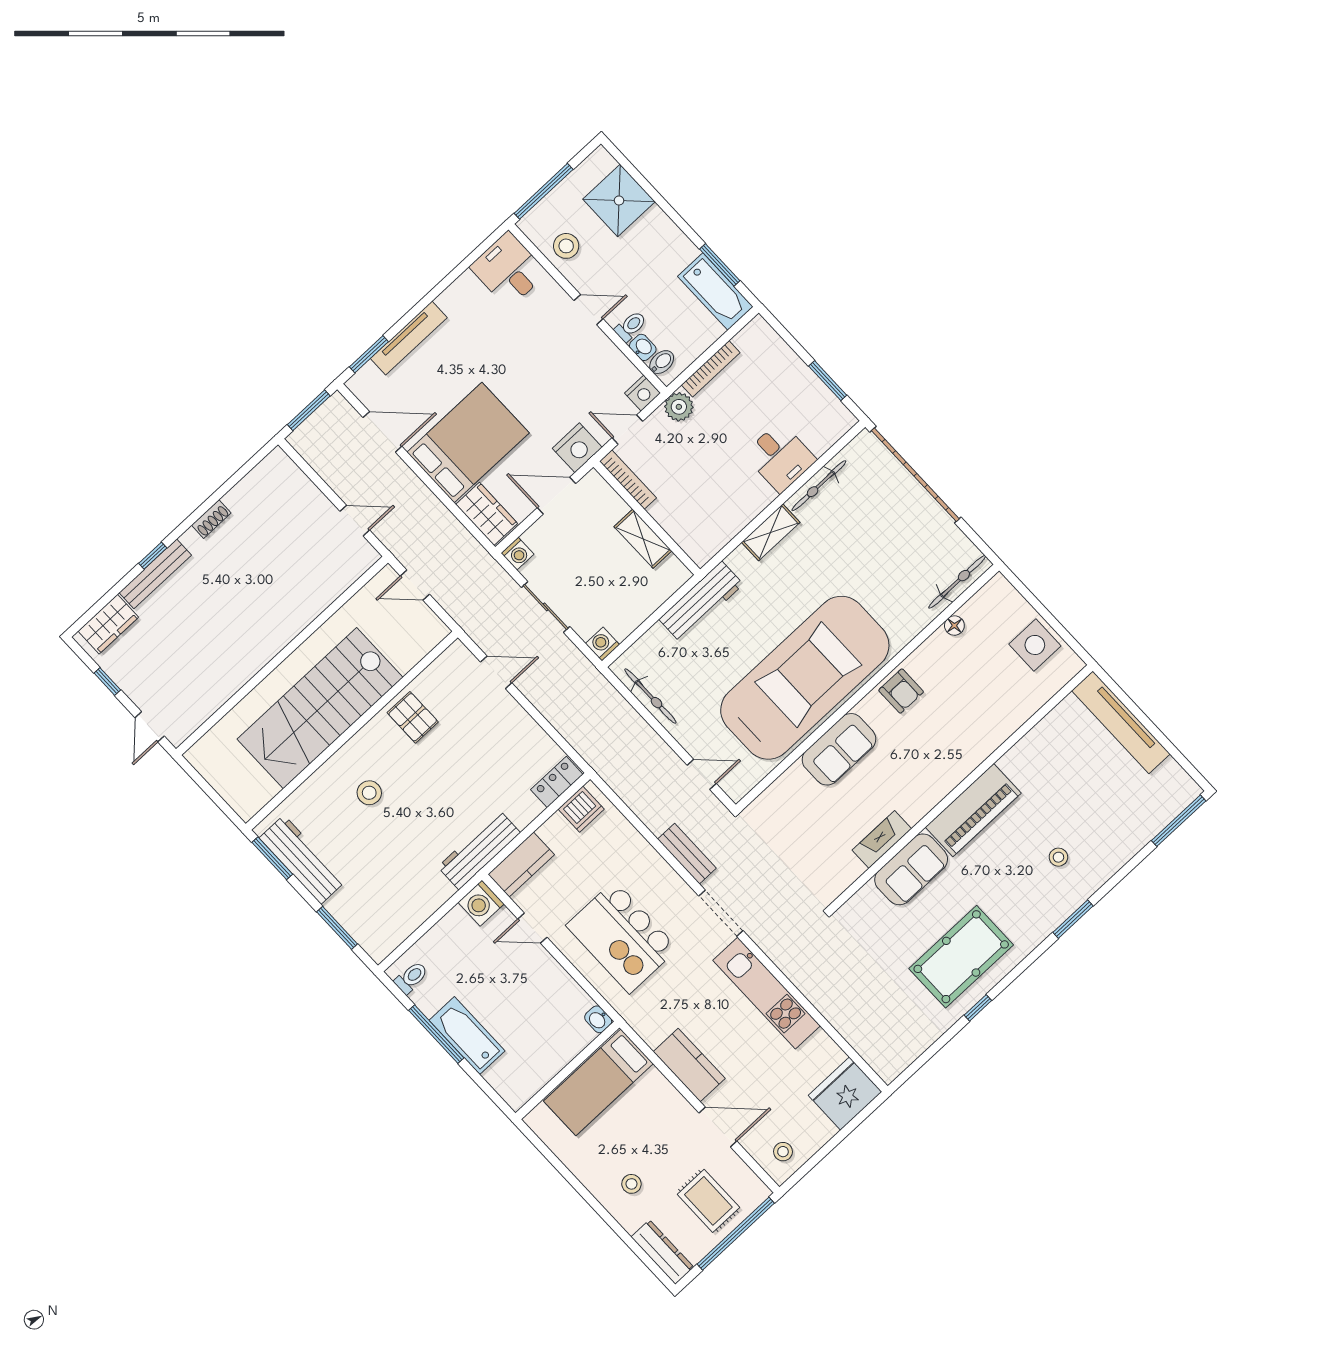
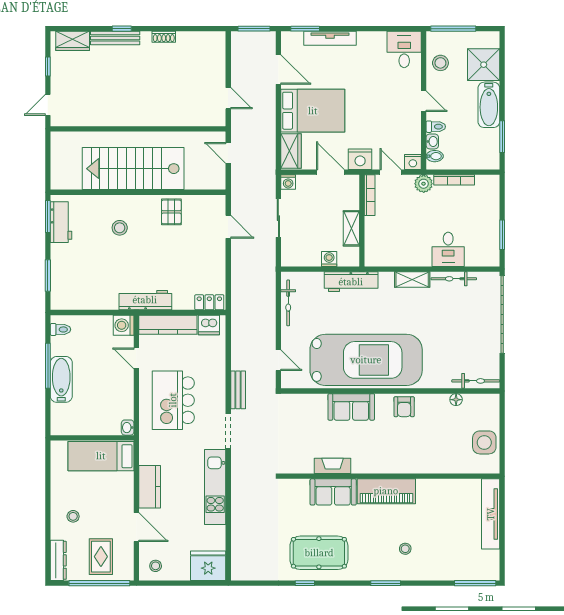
bathtub: (715, 292) -> (489, 105), moved
washing machine: (602, 644) -> (329, 259), moved
workbench: (302, 860) -> (61, 222), width x0.73
kitchen counter: (521, 864) -> (168, 325), width x1.50

